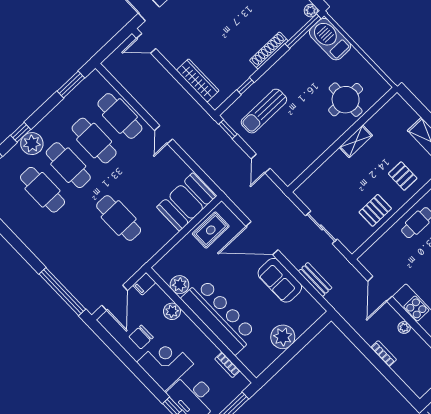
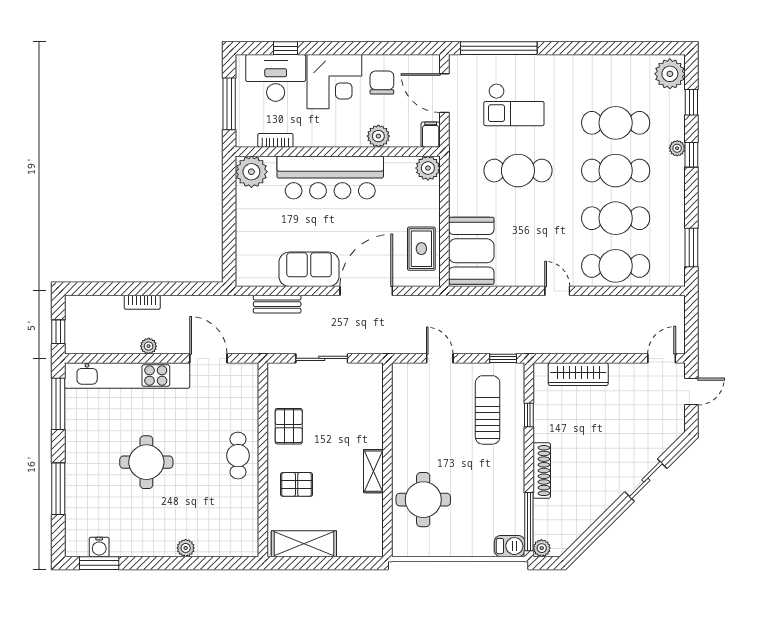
barbecue: (330, 39) -> (510, 546), width x0.53, depth x0.65
plant: (32, 144) -> (677, 148), width x0.53, depth x0.53
checkout: (85, 254) -> (514, 105), added
plant: (180, 285) -> (428, 168), moved
plant: (283, 337) -> (251, 172), moved

